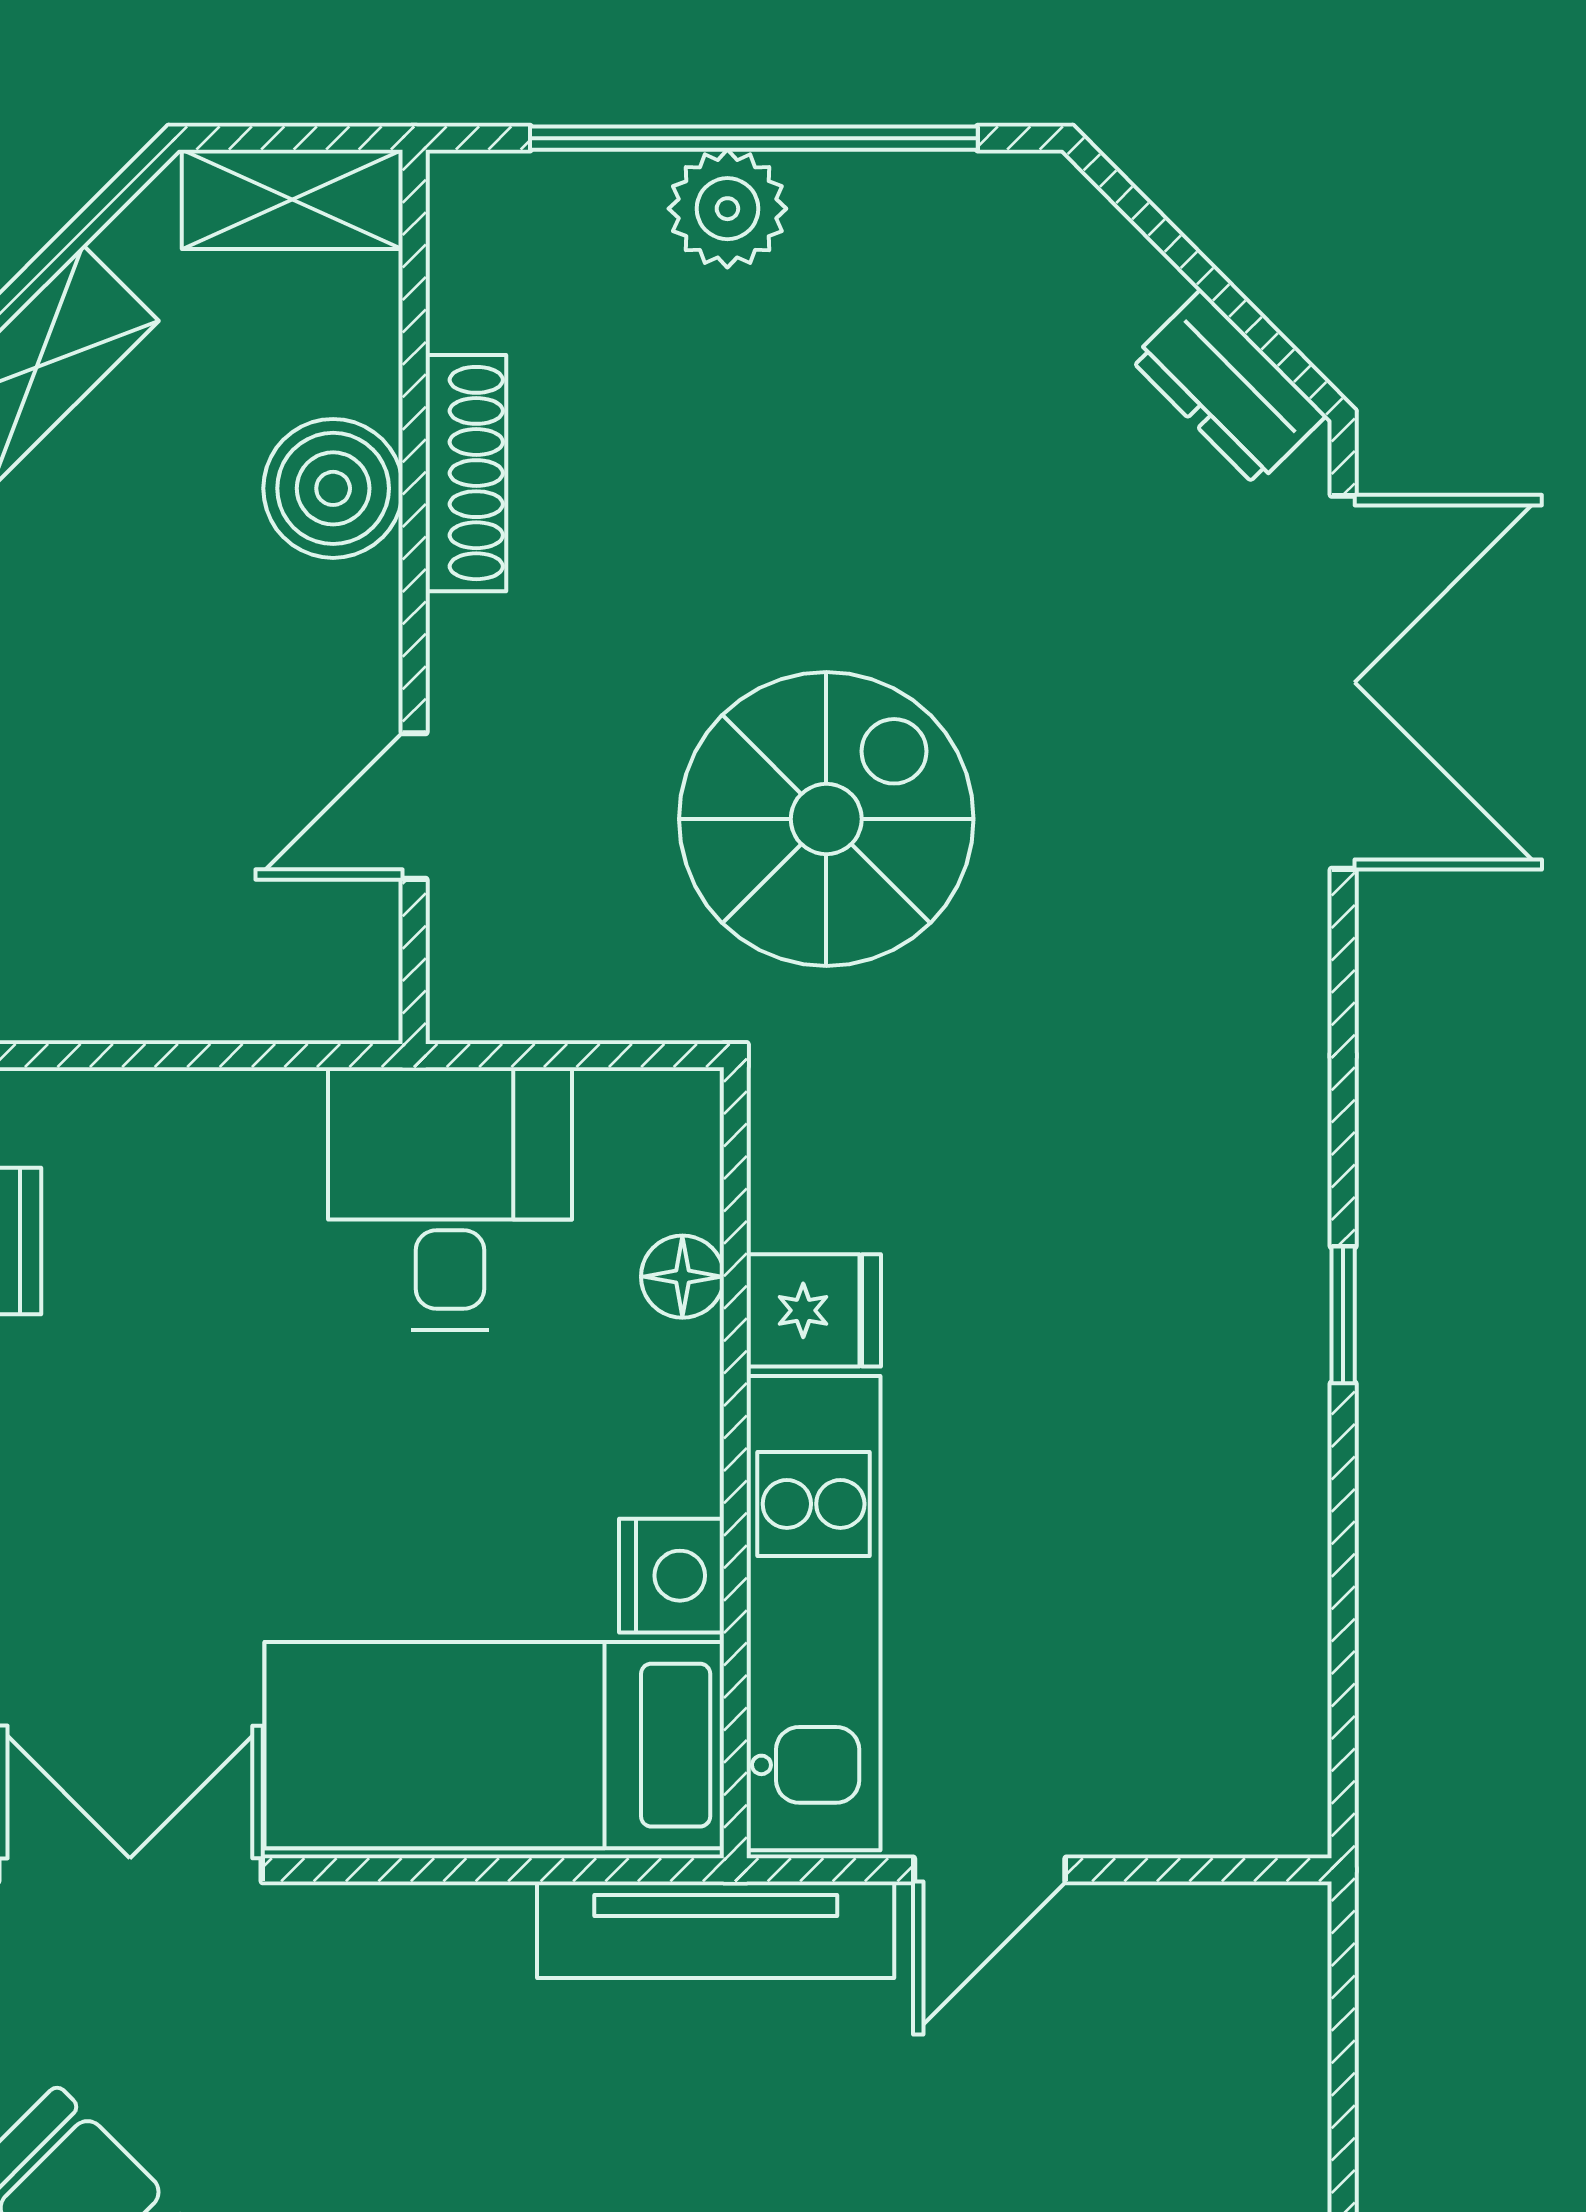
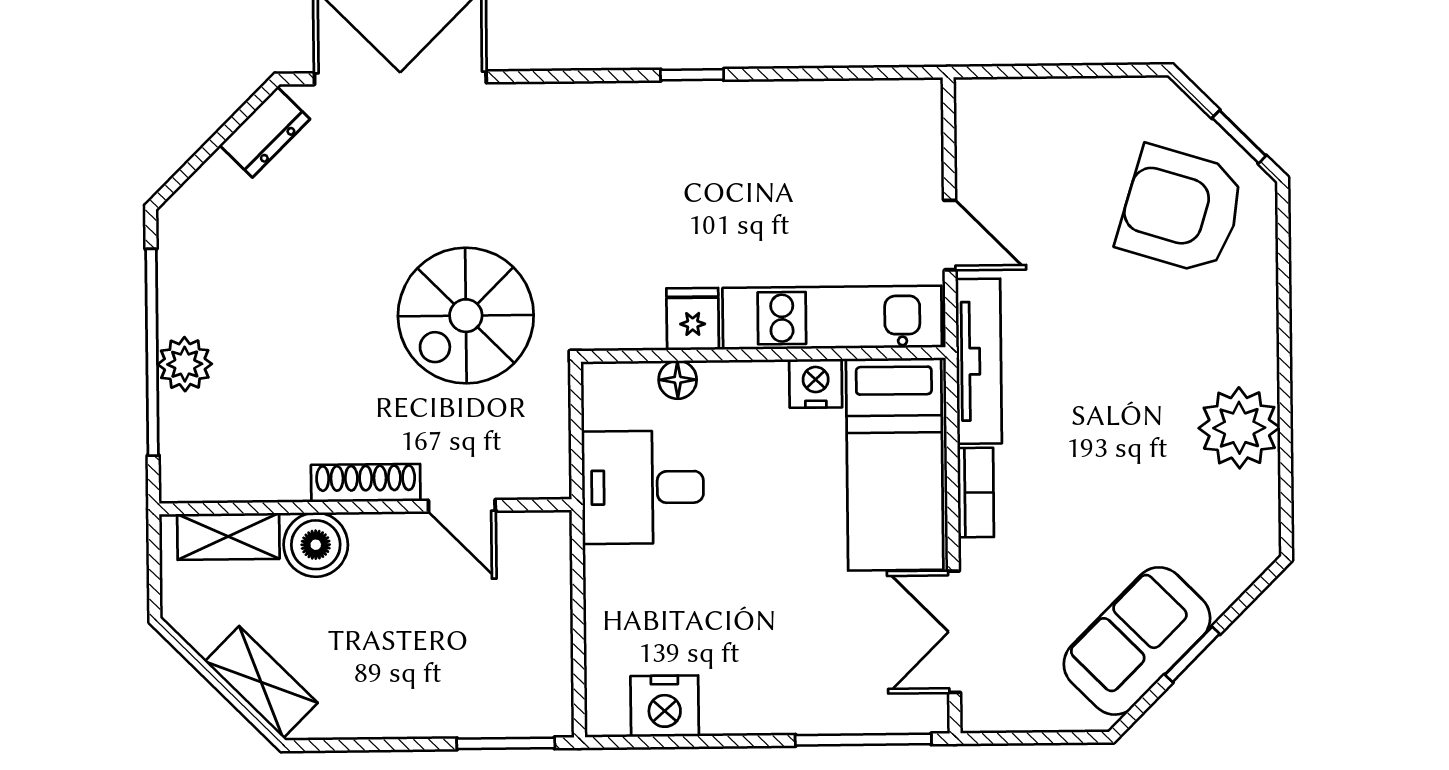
shelving: (292, 199) -> (228, 536), moved, turned 90
shoe rack: (466, 473) -> (366, 483), moved
spiral stairs: (826, 819) -> (466, 316), turned -90
bookcase: (431, 1920) -> (976, 492), added

